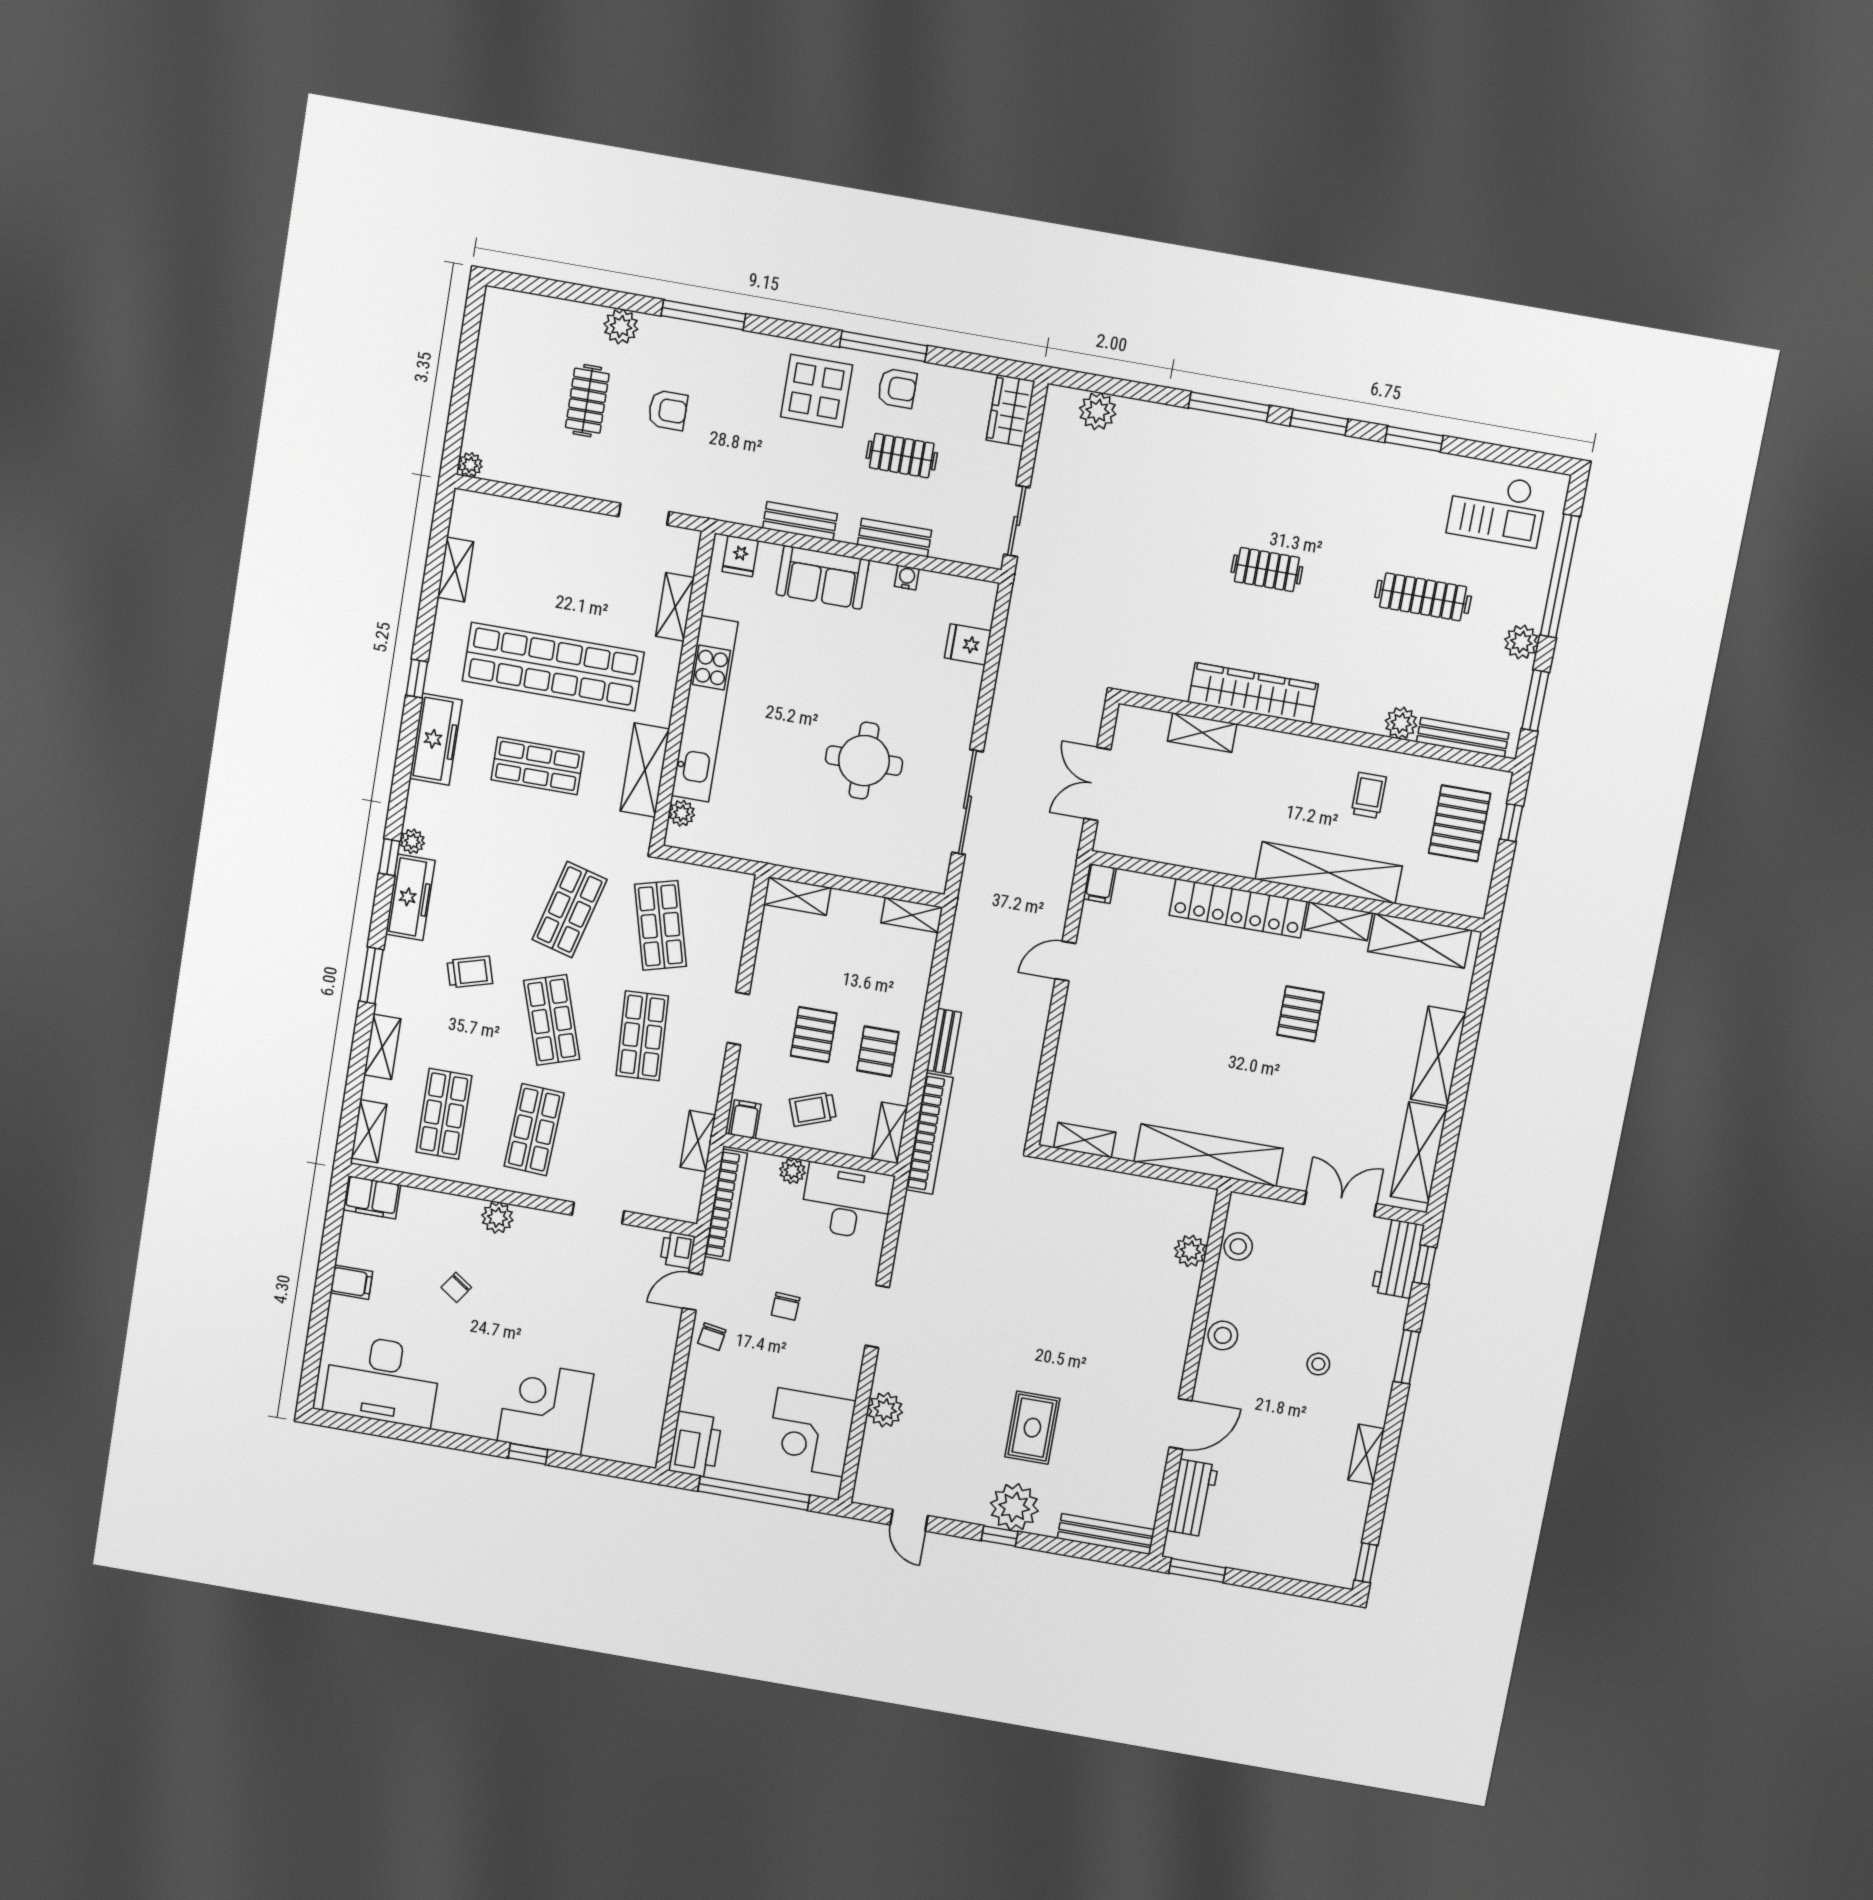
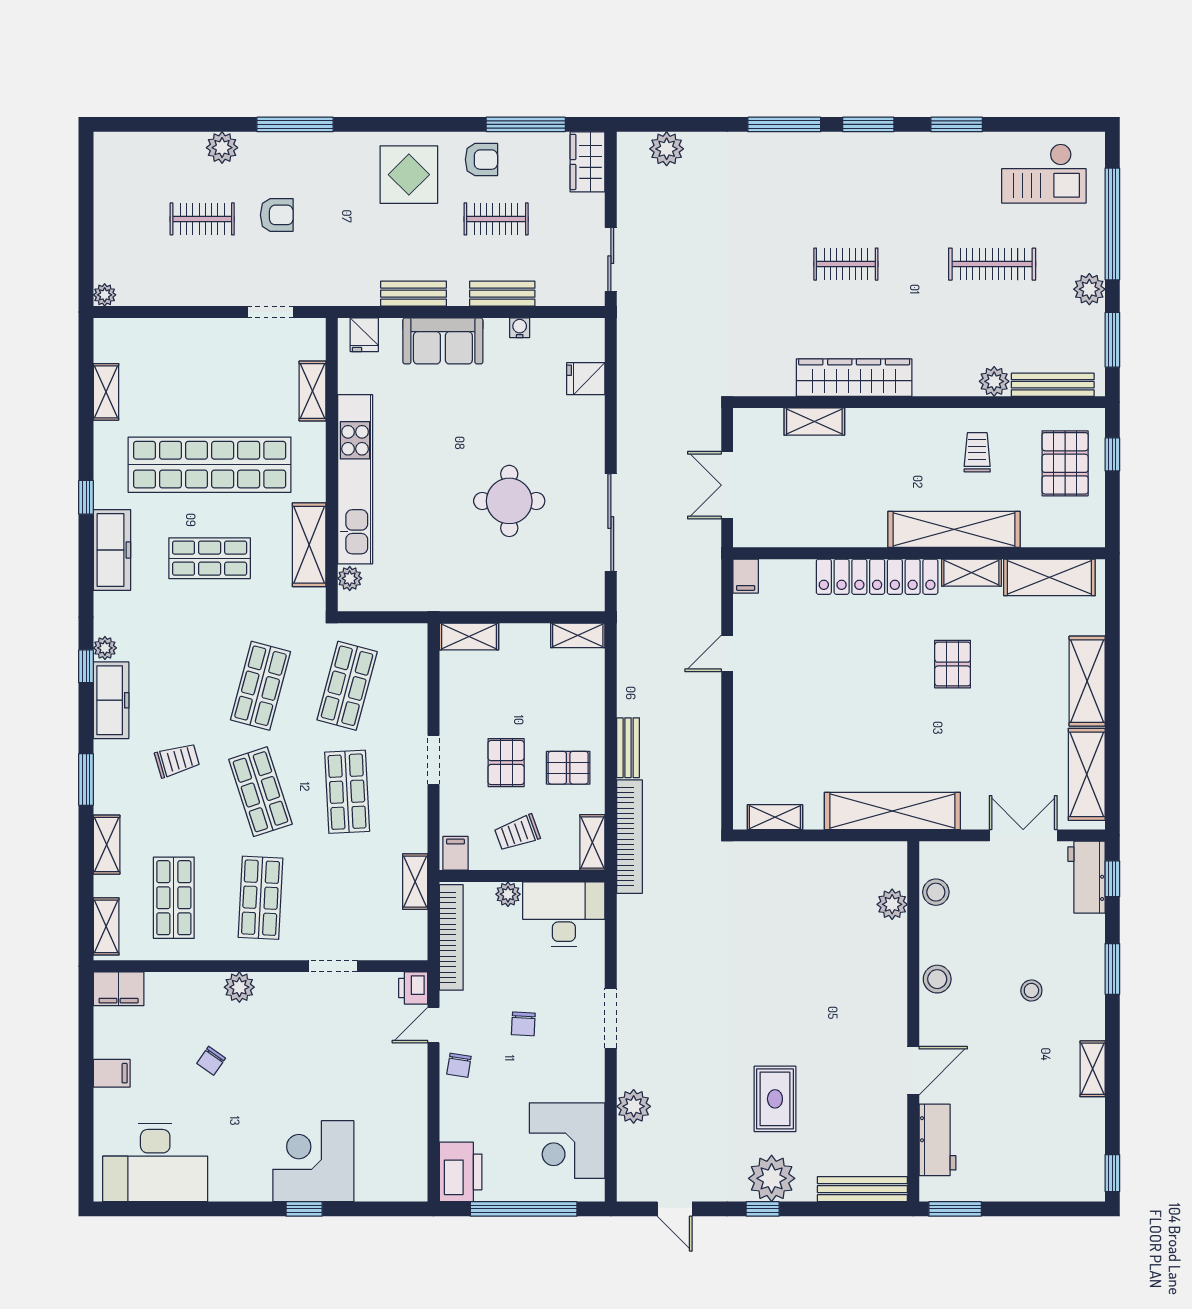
window: (883, 346) -> (526, 124), moved
clothes rail: (587, 401) -> (202, 219), turned 90
shop shelf: (660, 925) -> (347, 686), turned 30
pallet: (878, 1051) -> (568, 768), turned 90

